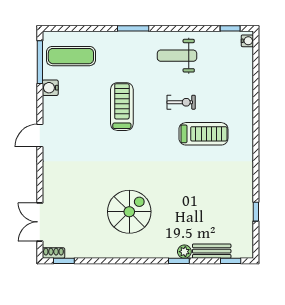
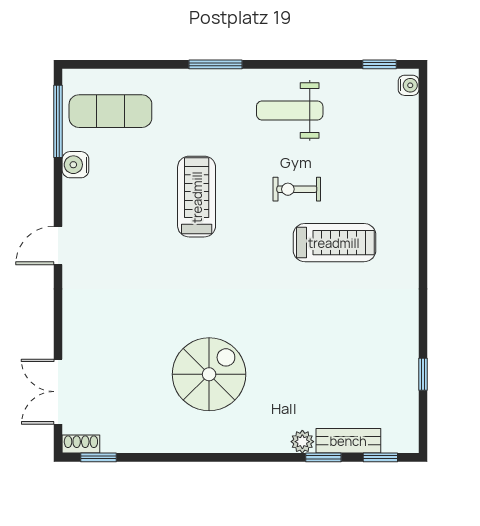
exercise bike: (181, 102) -> (297, 189), turned 180
window: (179, 261) -> (323, 457), moved

